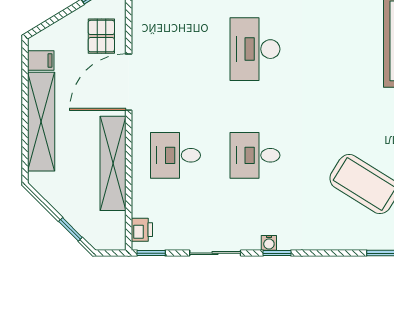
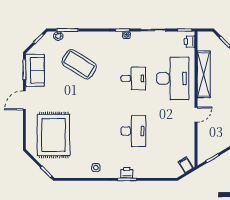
pallet: (101, 36) -> (209, 137), removed
door: (129, 82) -> (196, 115), width x0.53
desk: (175, 155) -> (173, 78), width x1.87, depth x1.30

